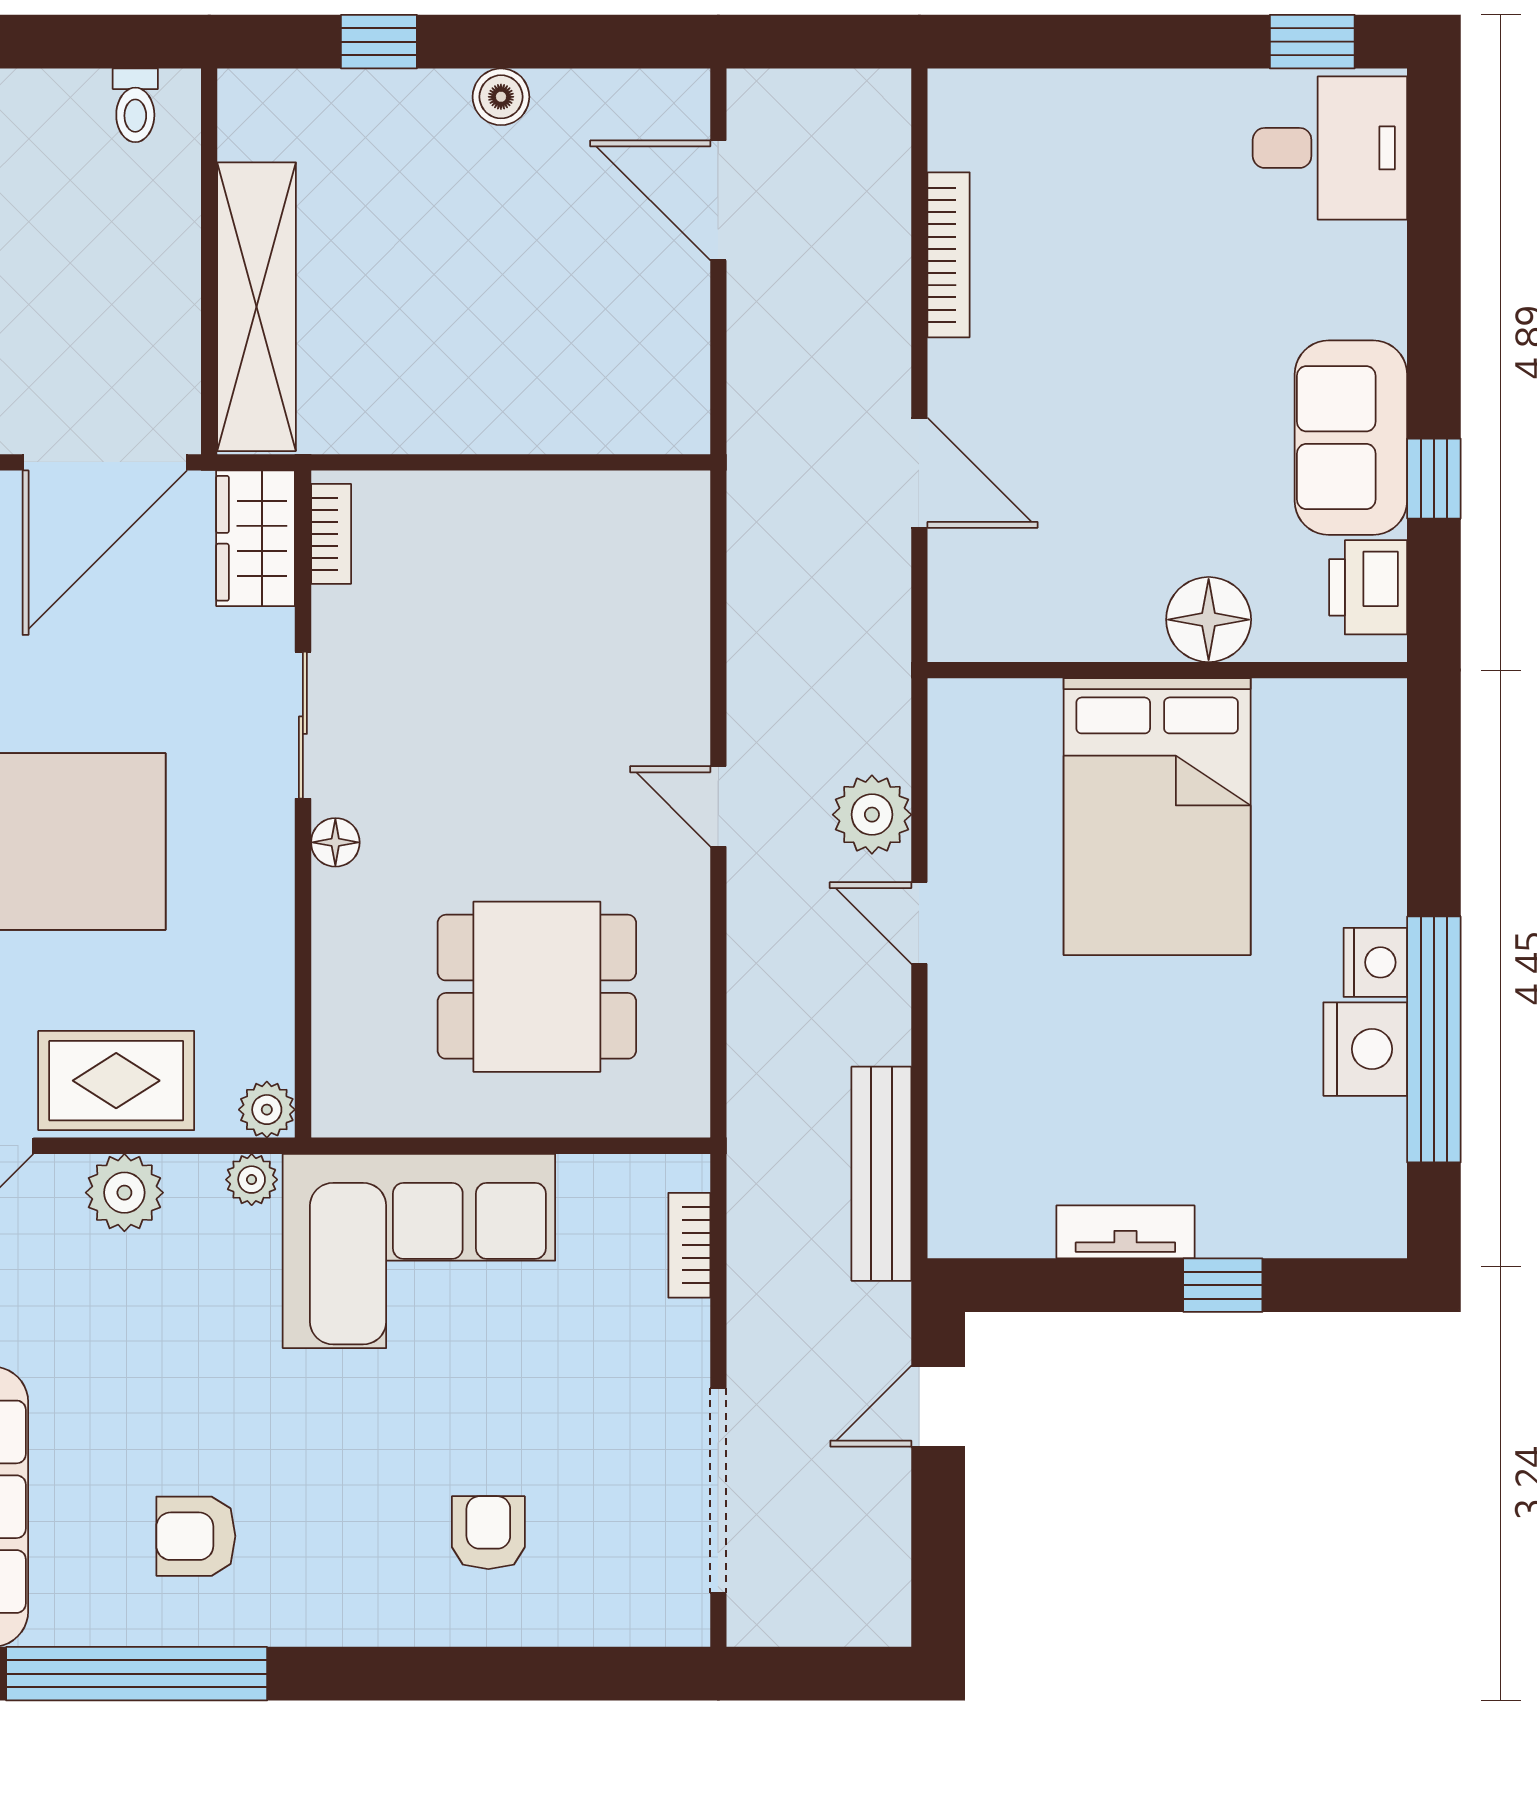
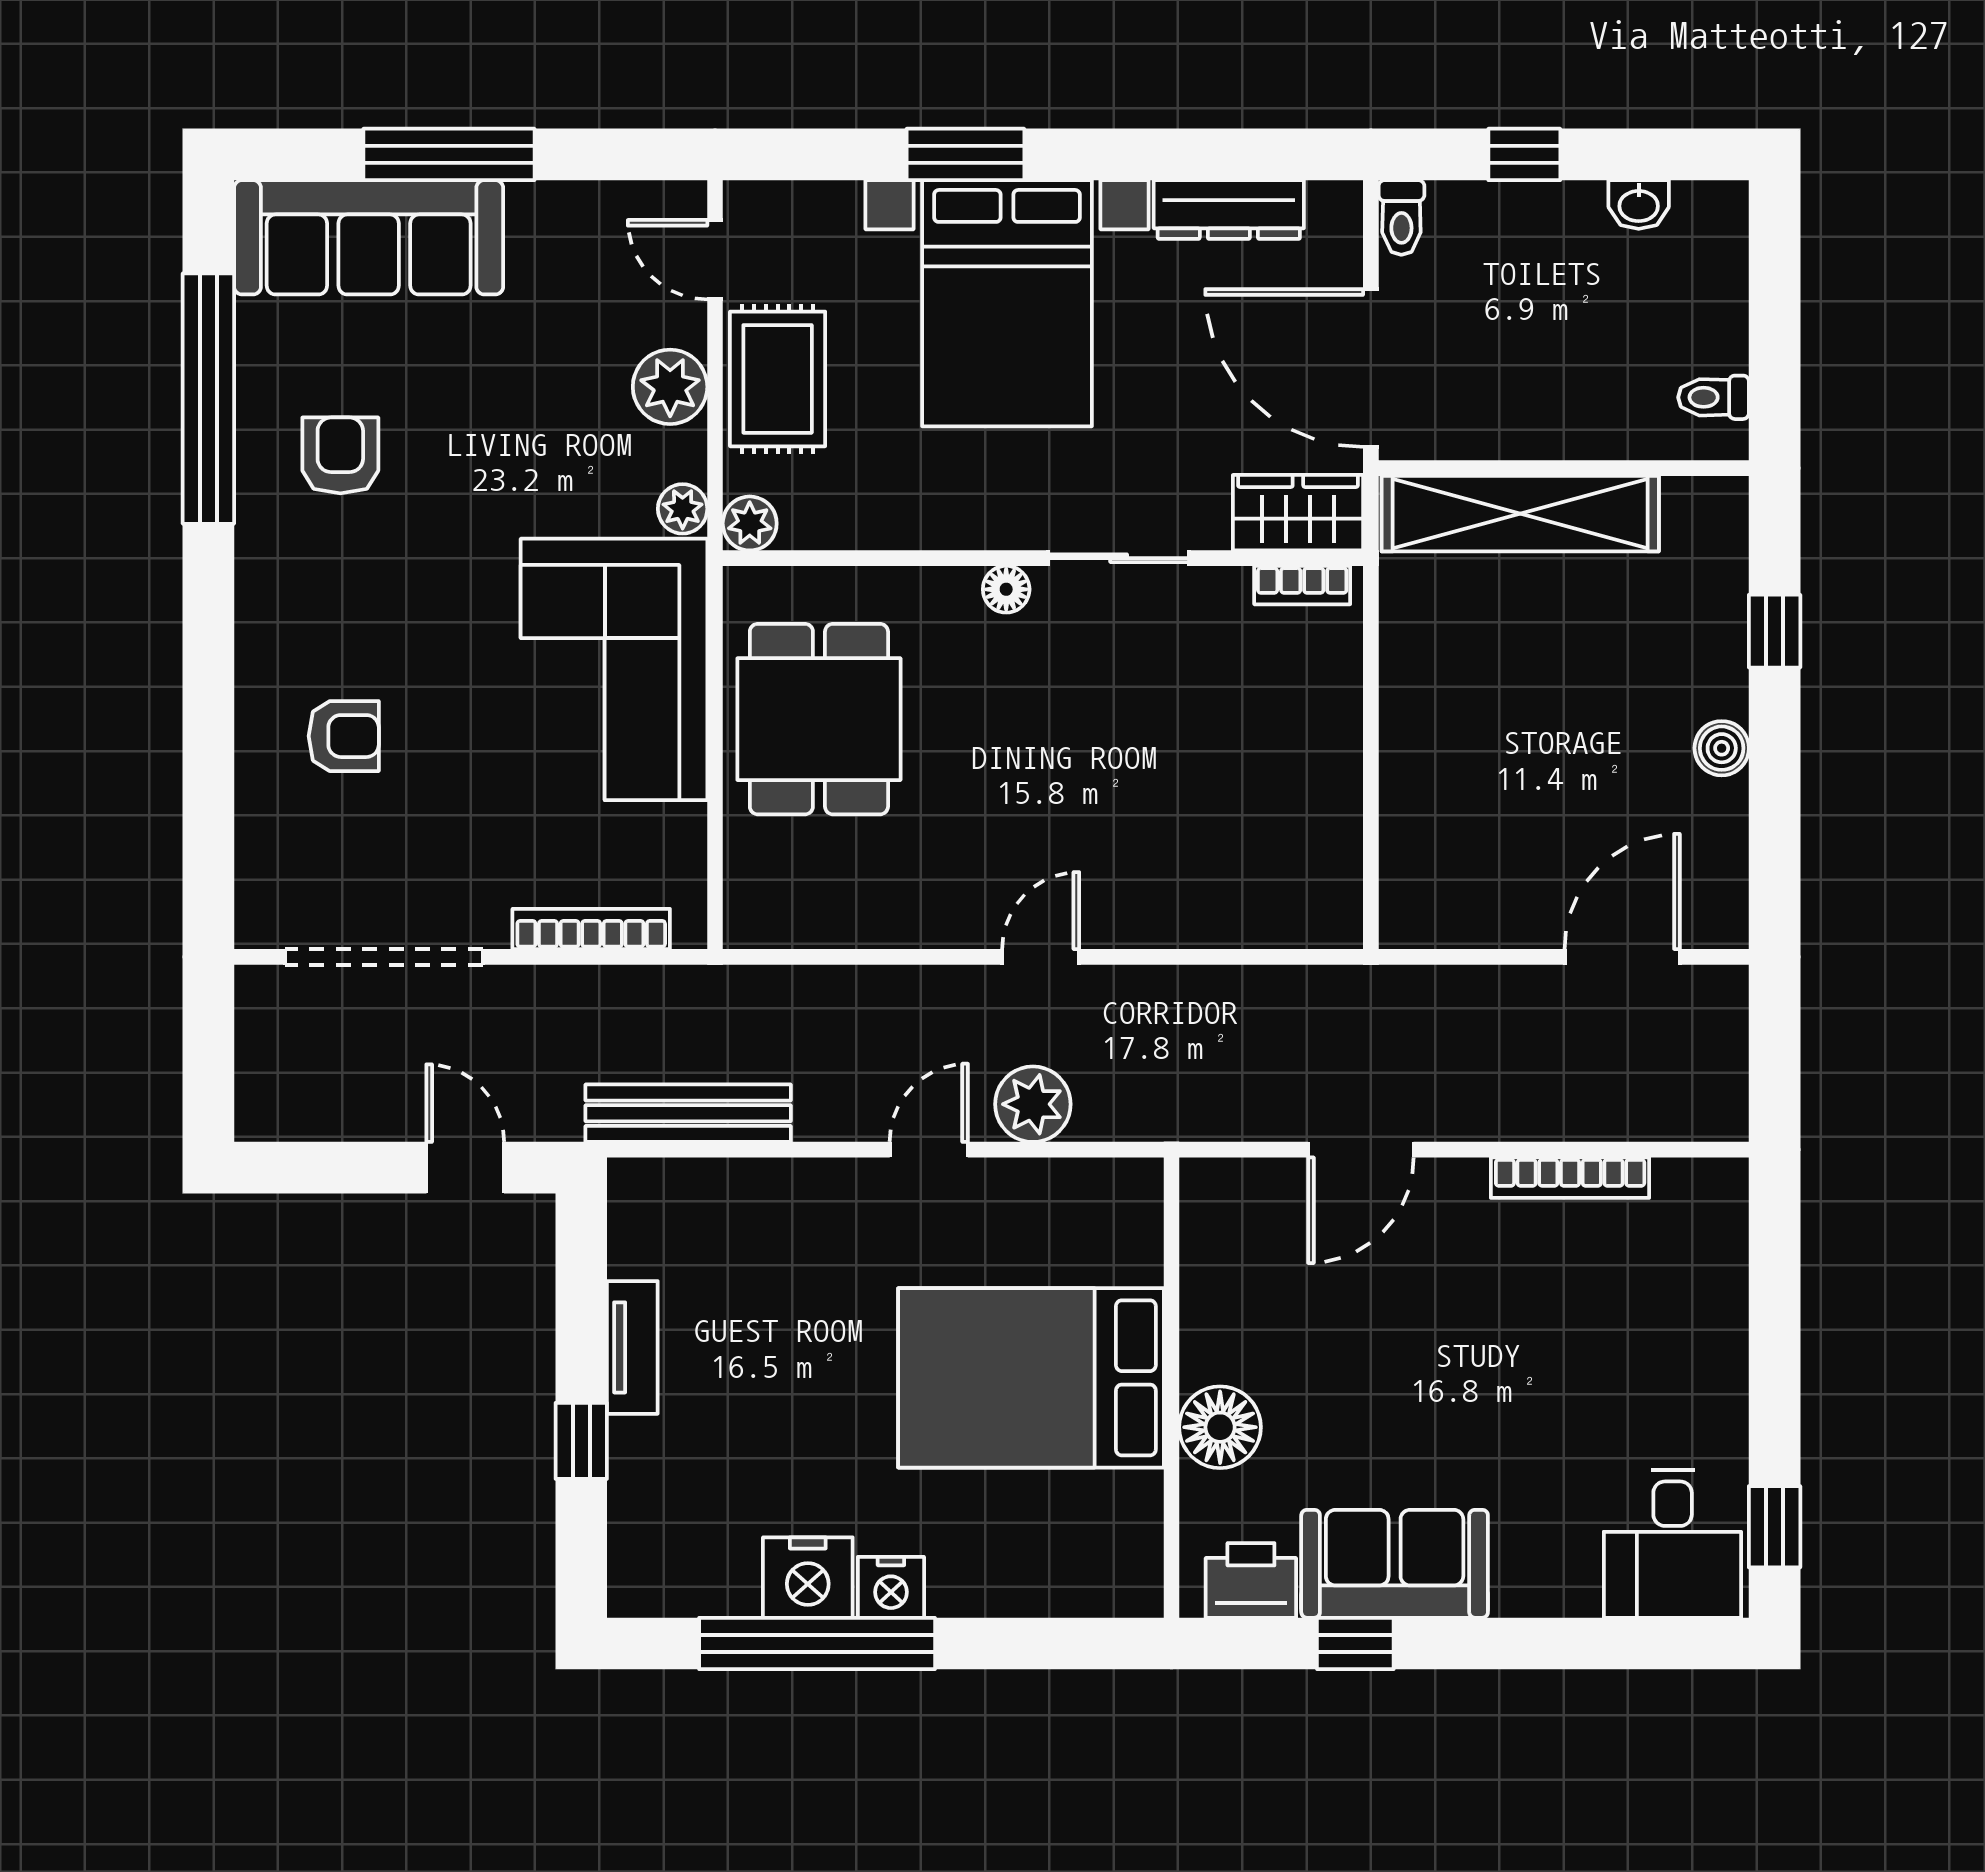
dining table: (537, 987) -> (819, 719), moved
bookcase: (689, 1245) -> (591, 929), width x1.56

